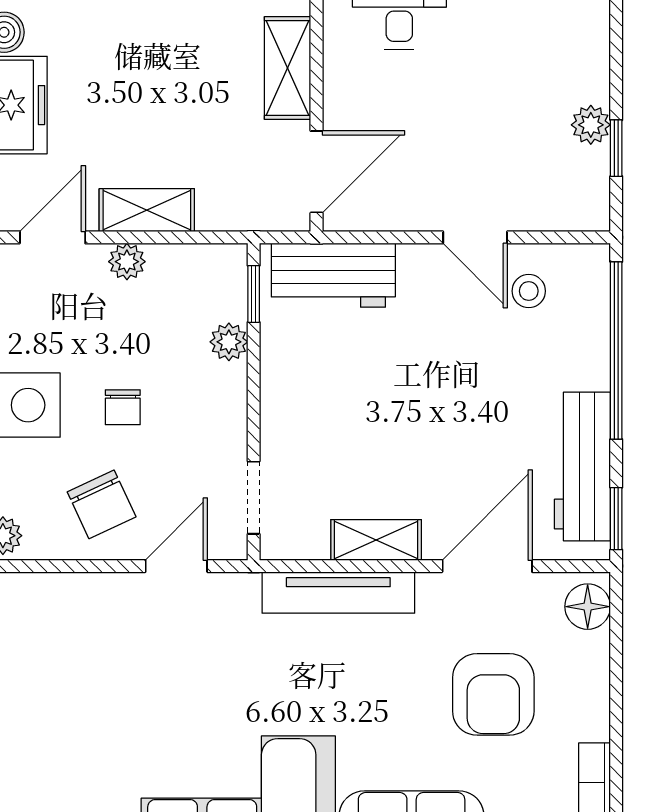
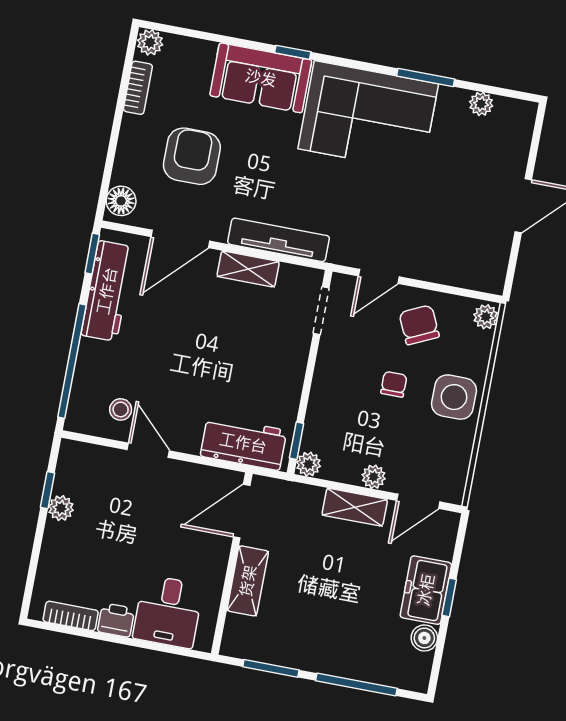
plant: (229, 342) -> (309, 464), moved

